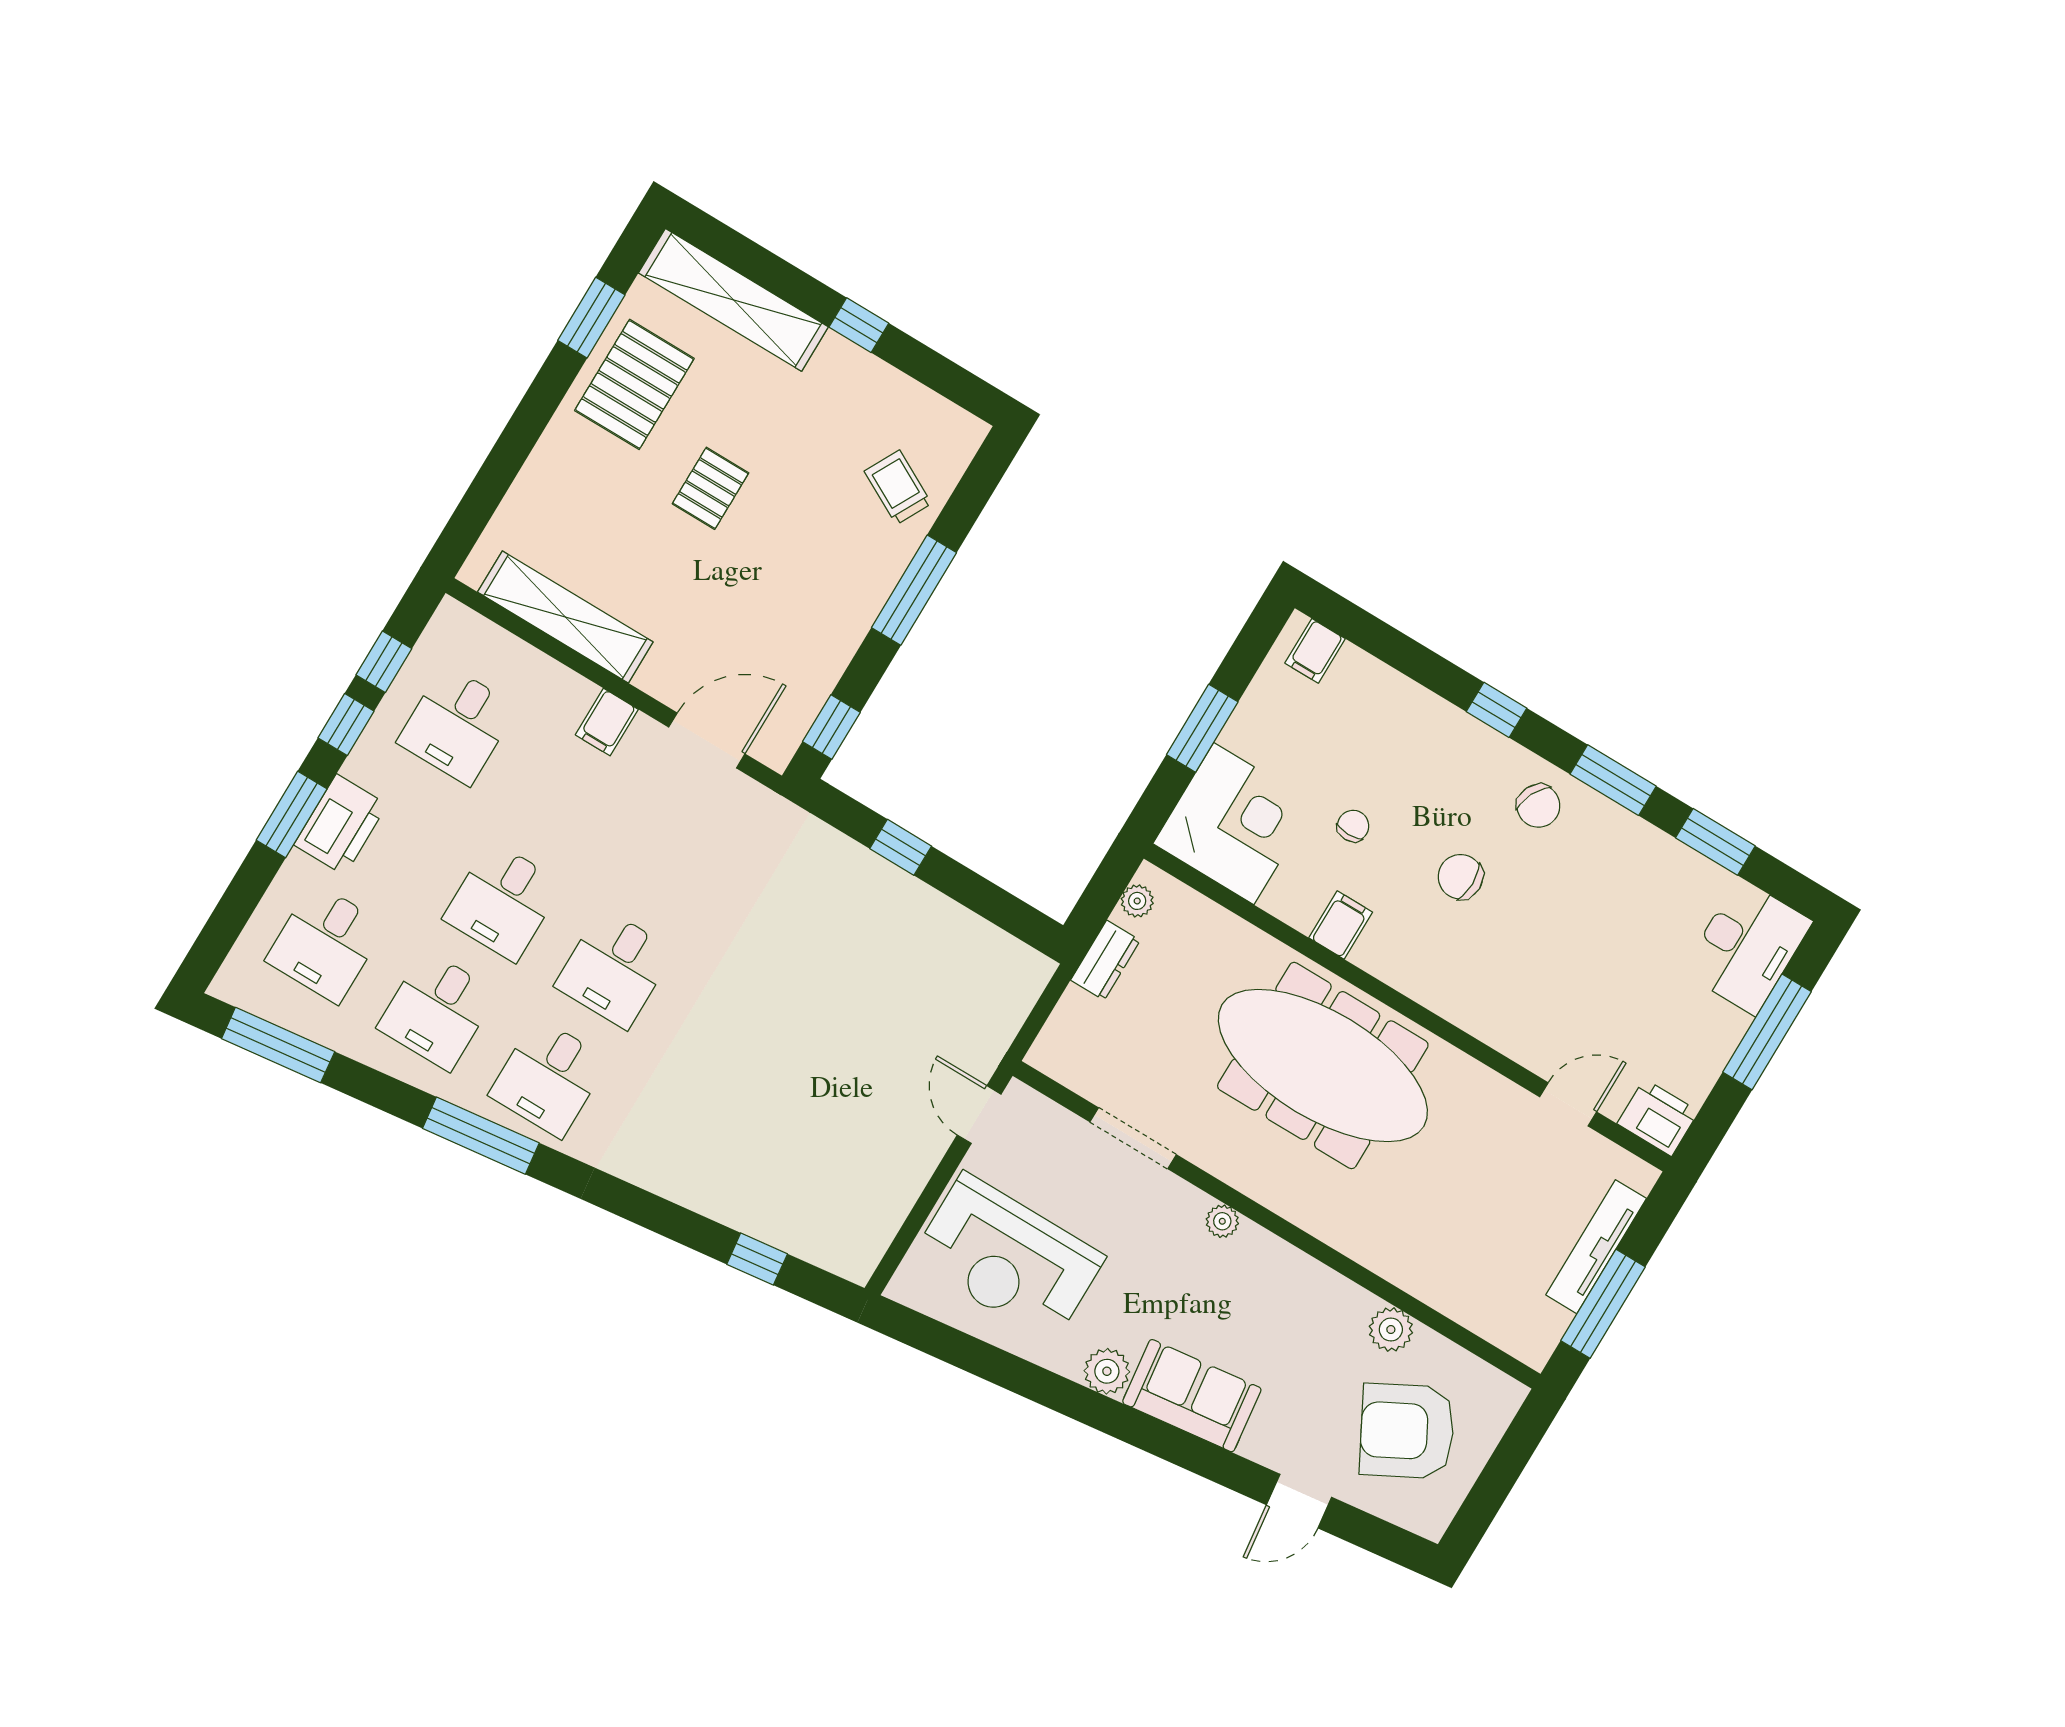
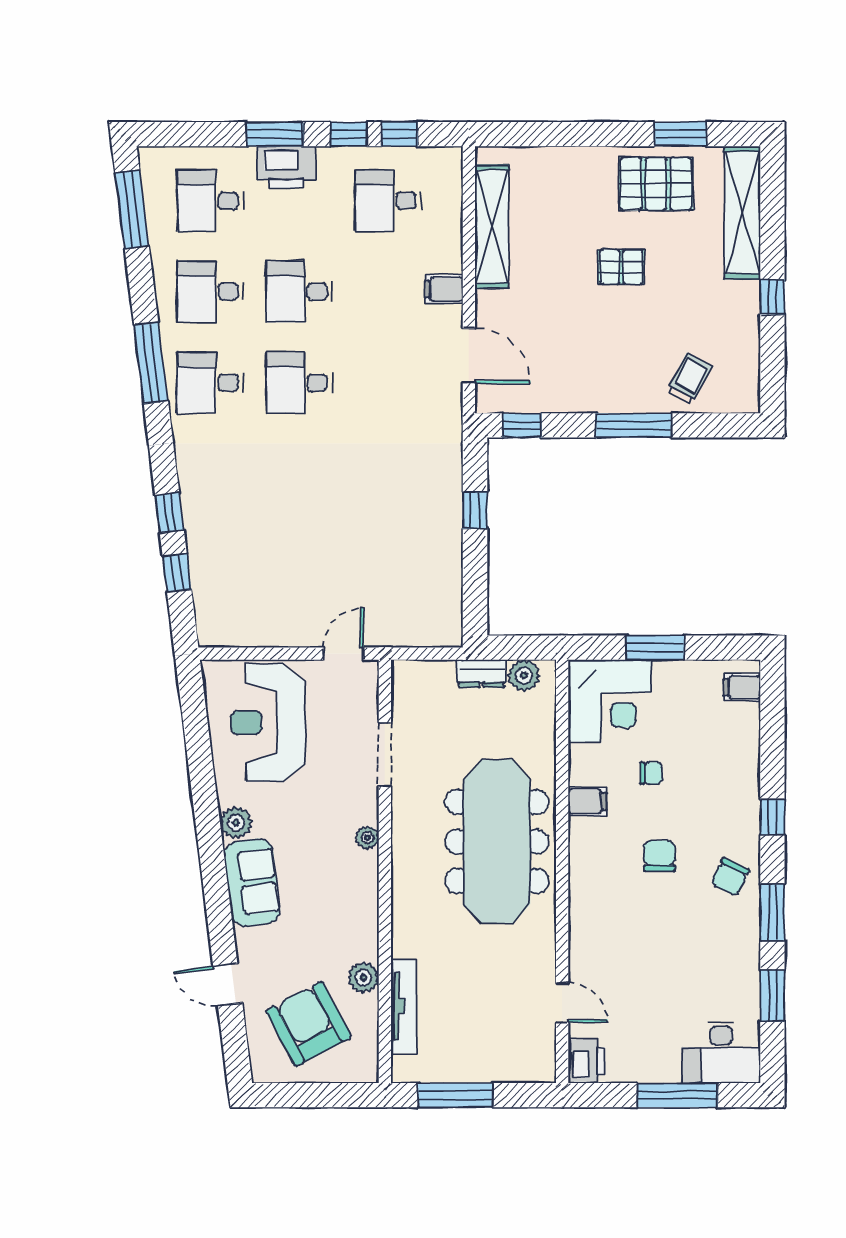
plant: (1137, 901) -> (524, 675), width x1.38, depth x1.38
window: (678, 1224) -> (169, 513), added
tv unit: (1596, 1247) -> (404, 1006), moved, turned 90

